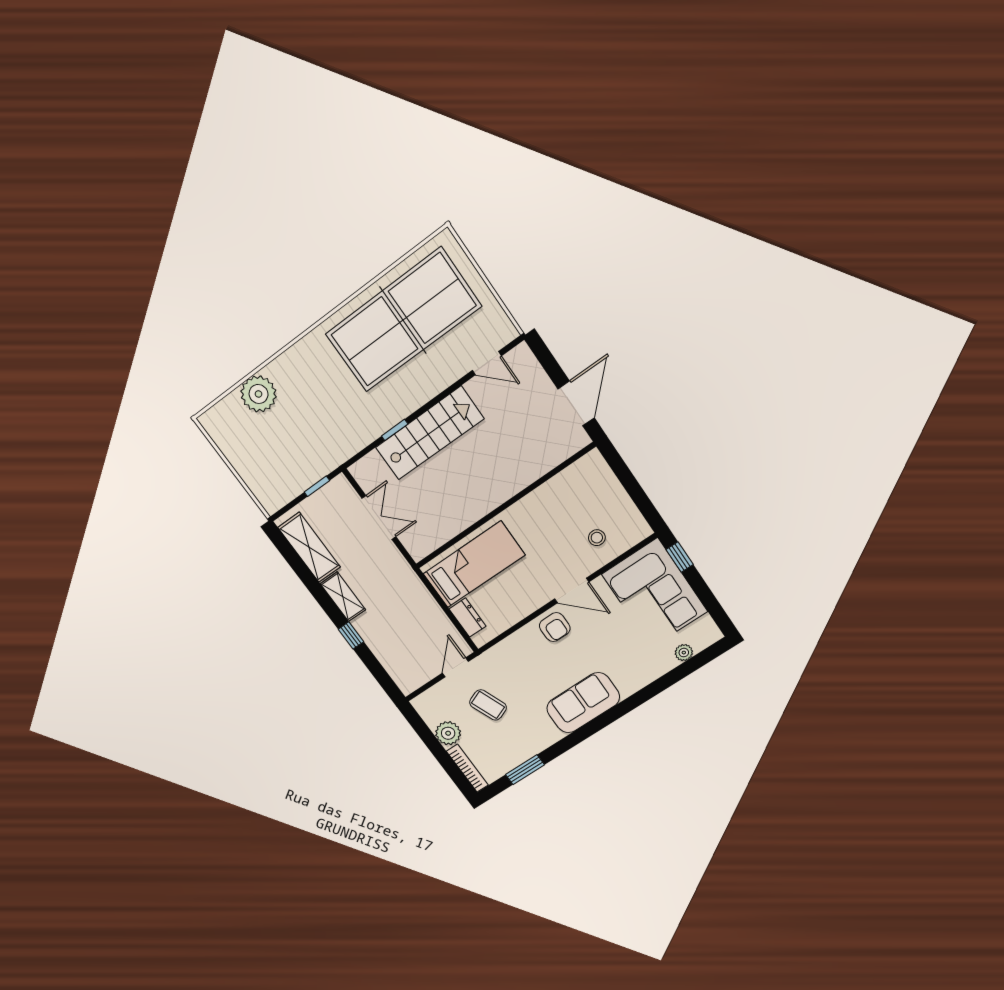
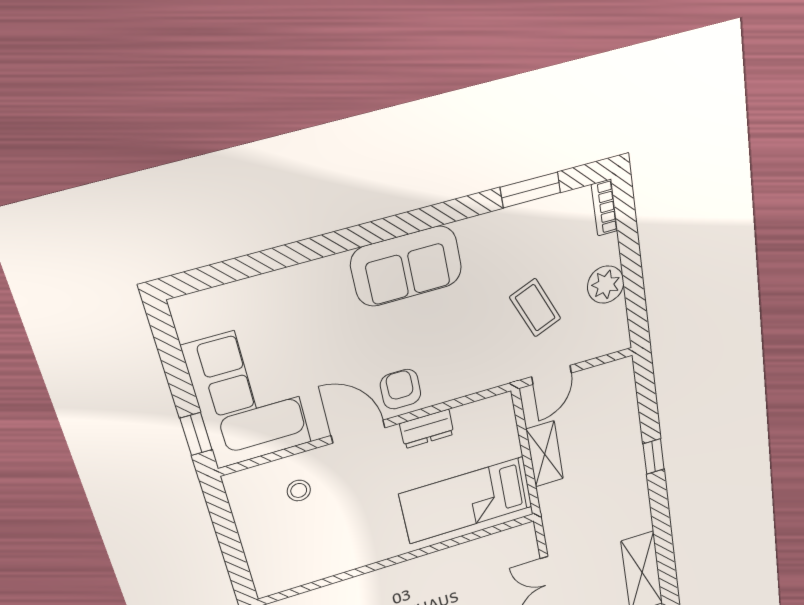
shelving: (343, 597) -> (545, 454), moved
dresser: (468, 618) -> (427, 429), moved, turned -90
plant: (684, 653) -> (234, 295), removed
bookcase: (467, 768) -> (604, 208), width x0.64

